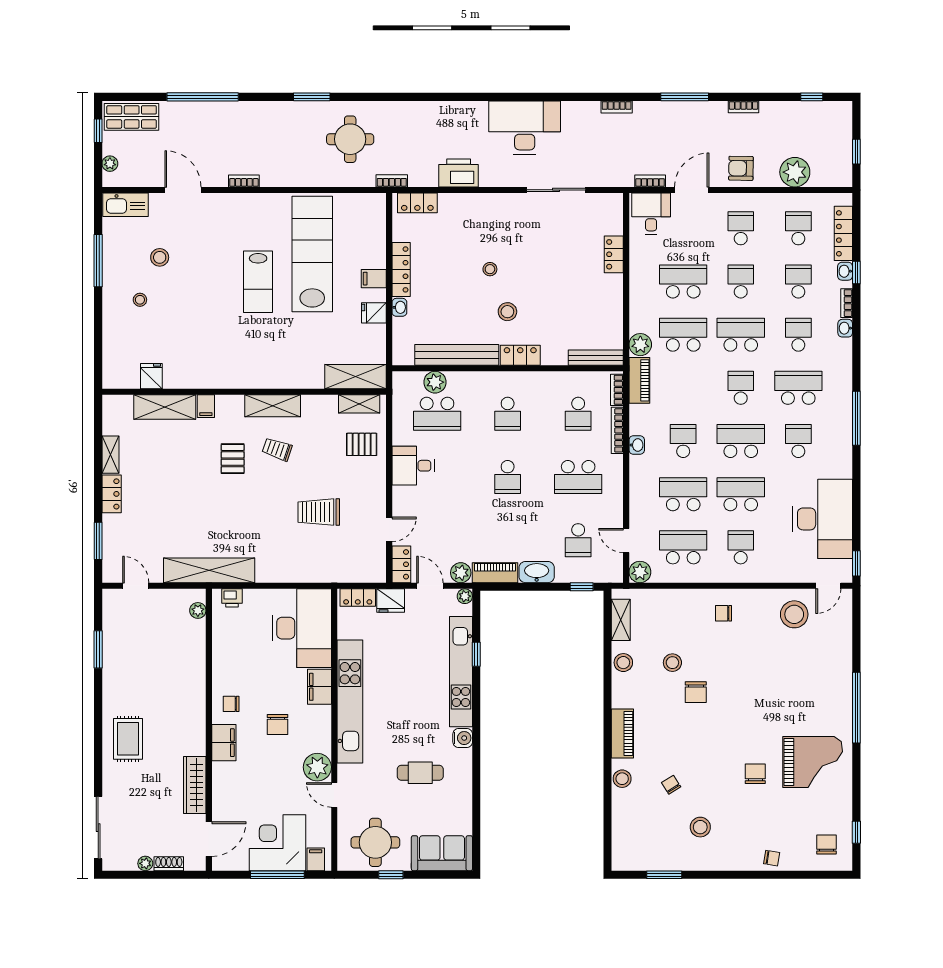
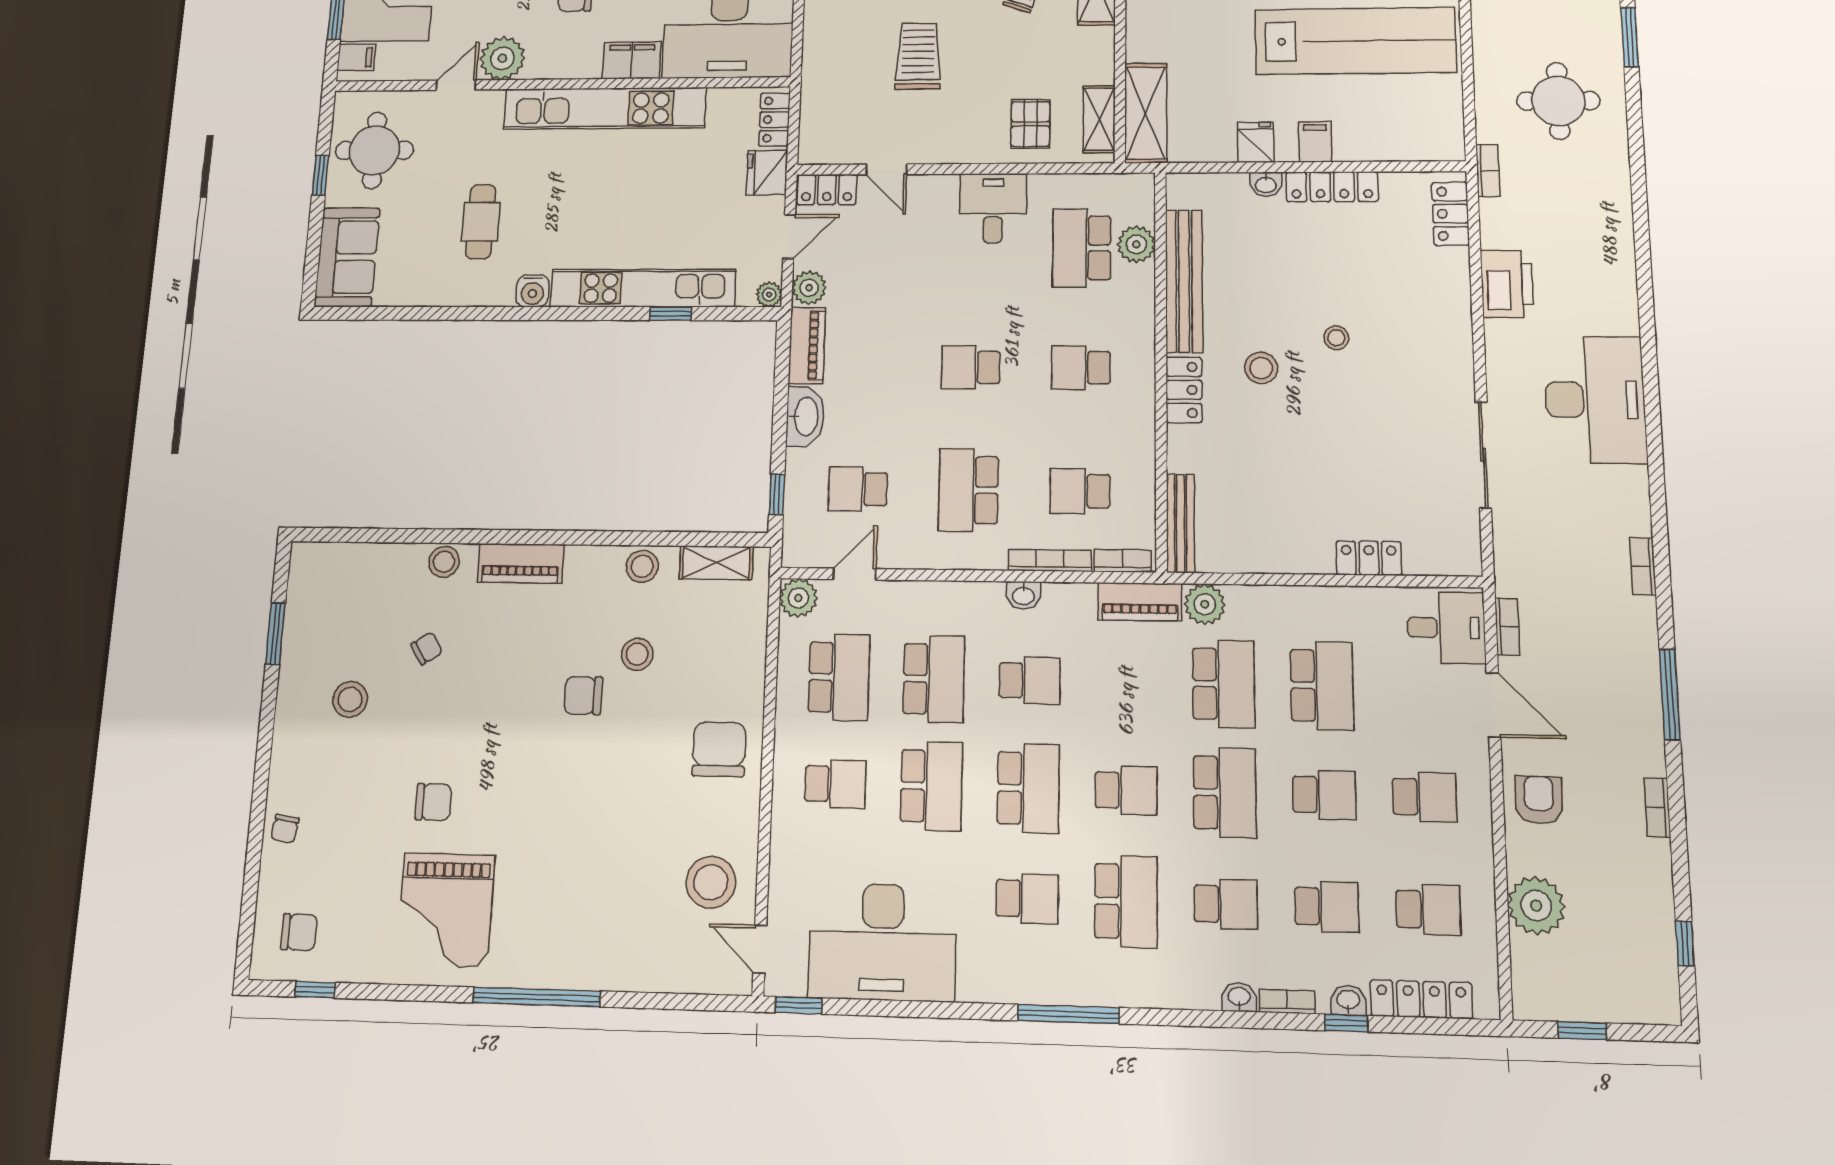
chair: (723, 613) -> (719, 749), width x1.87, depth x1.87

